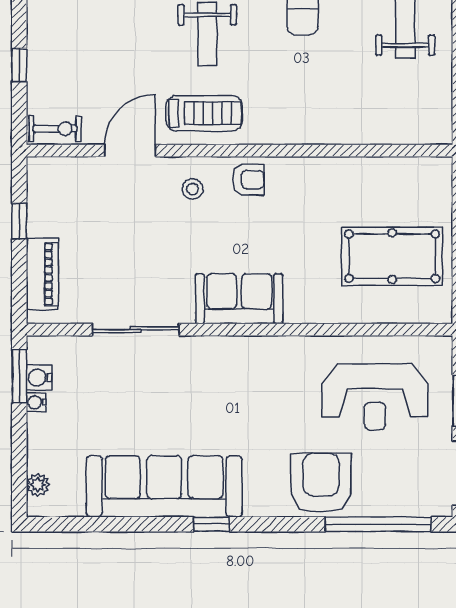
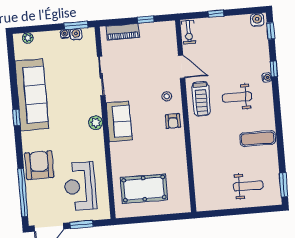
pool table: (392, 256) -> (144, 189), turned 90
plant: (238, 351) -> (96, 123), added
armchair: (321, 483) -> (39, 165), turned -90

